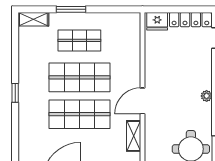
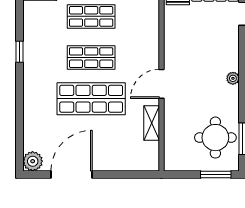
shop shelf: (79, 77) -> (91, 58), width x0.70, depth x0.74
window: (15, 93) -> (19, 52), moved

